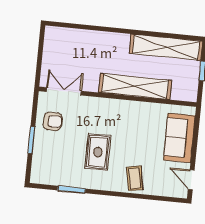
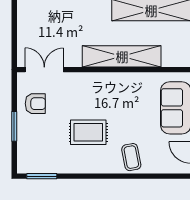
rug: (98, 152) -> (88, 132), turned 90
window: (72, 189) -> (42, 176), moved

